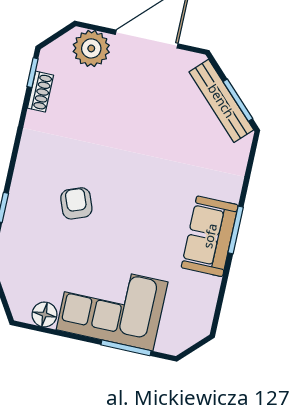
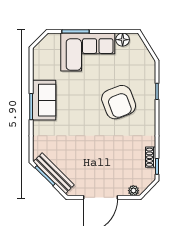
plant: (91, 48) -> (133, 191), width x0.53, depth x0.53
armchair: (76, 203) -> (119, 102), width x1.88, depth x1.88

